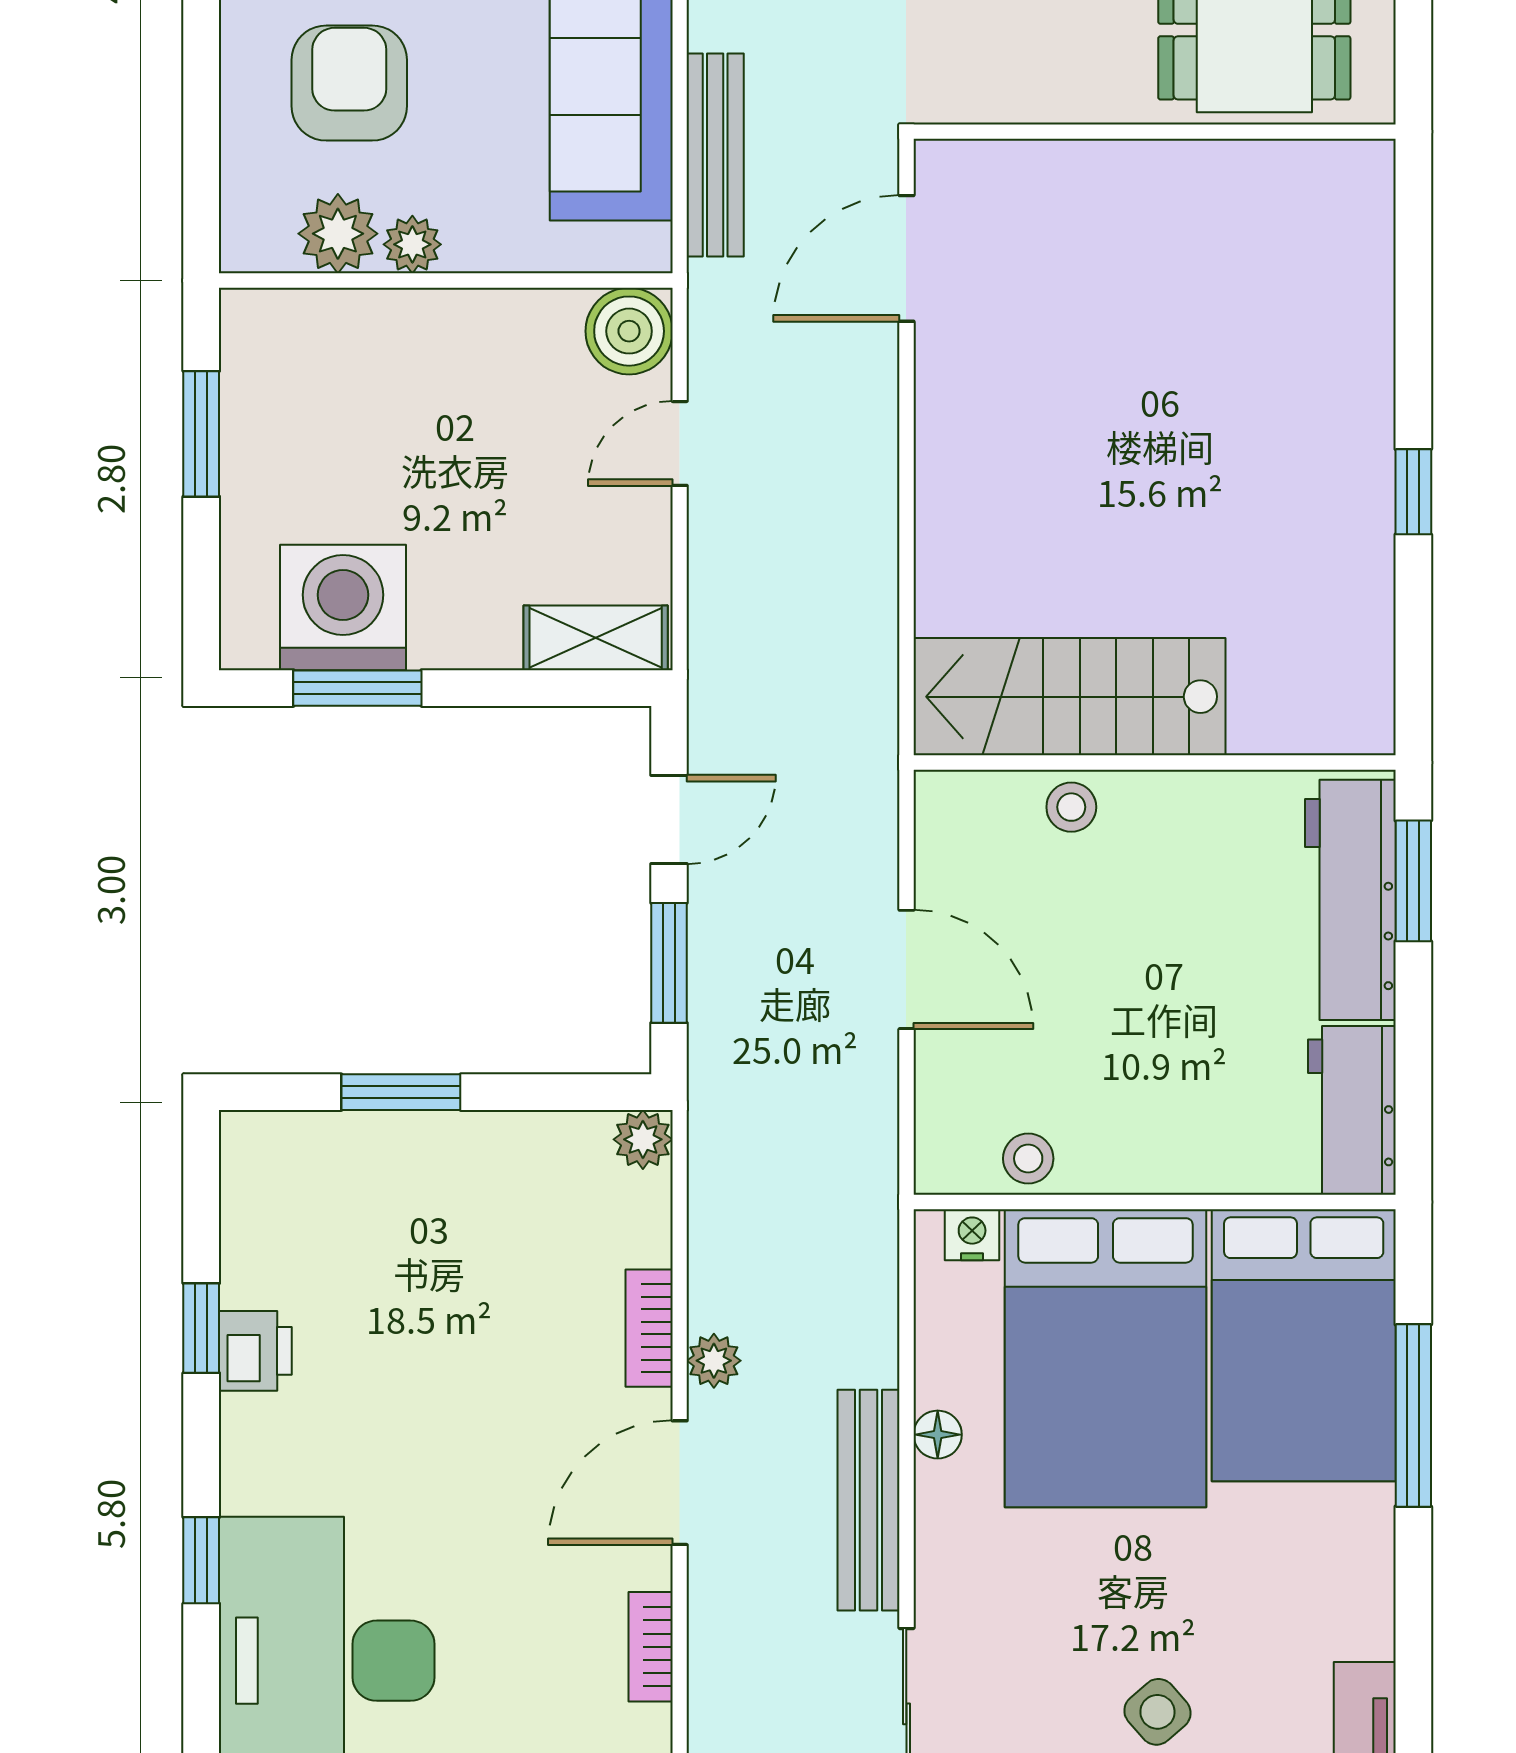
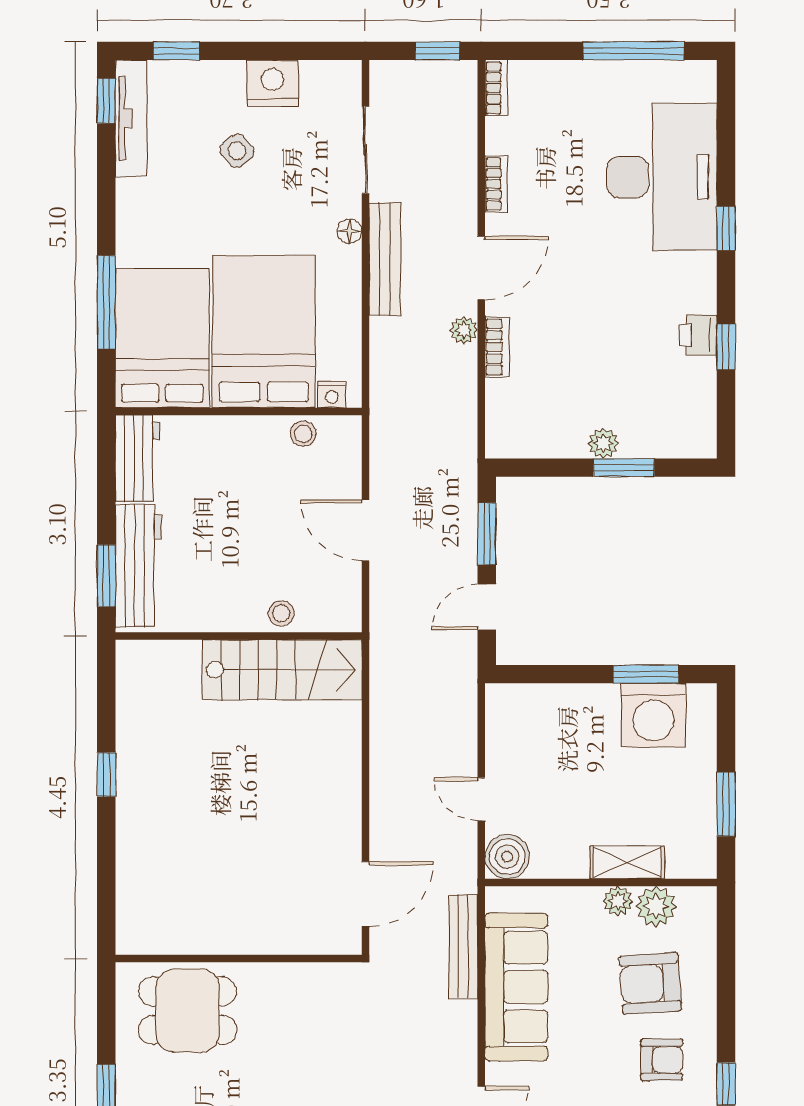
armchair: (349, 83) -> (650, 983), turned 86
door: (680, 443) -> (481, 799), swing flipped
shelving: (596, 638) -> (627, 862), moved
plant: (643, 1139) -> (603, 443), moved
floor lamp: (938, 1435) -> (349, 231), moved

